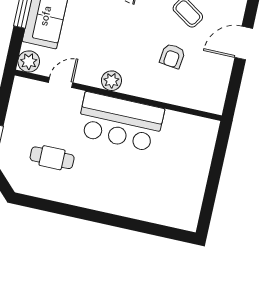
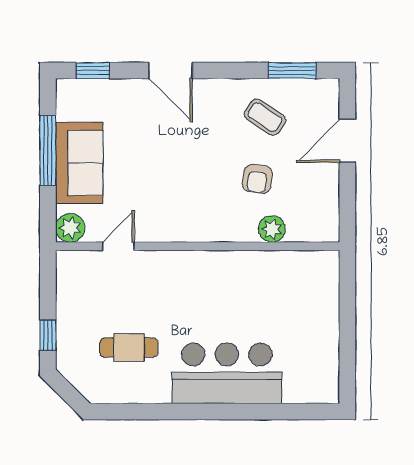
plant: (111, 81) -> (272, 229), moved
bar counter: (120, 122) -> (227, 373), moved, turned 180

